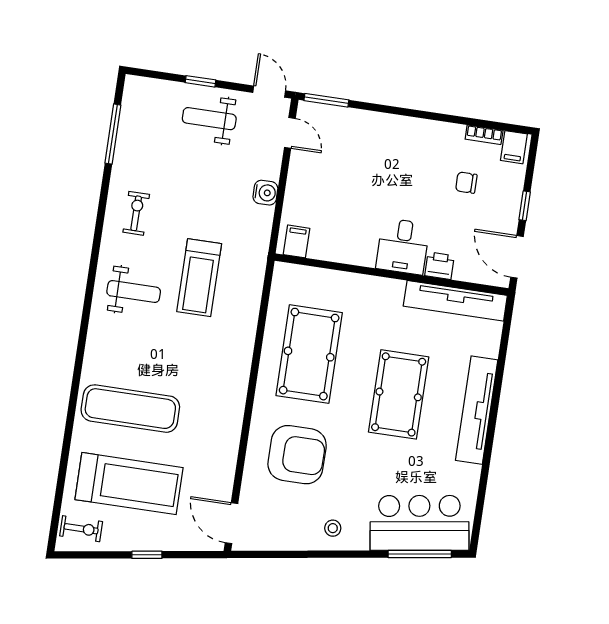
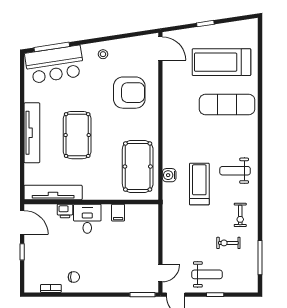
door: (290, 133) -> (160, 273), swing flipped
filing cabinet: (514, 147) -> (33, 284), removed
chair: (466, 183) -> (74, 277), moved
water cooler: (265, 193) -> (169, 175), moved
filing cabinet: (296, 241) -> (118, 213), moved
pool table: (309, 354) -> (138, 167), moved
armchair: (297, 455) -> (129, 93), turned 180
exercise bike: (81, 529) -> (228, 243), moved

